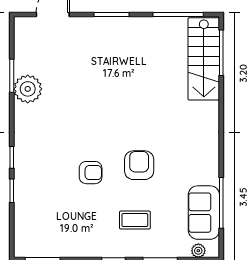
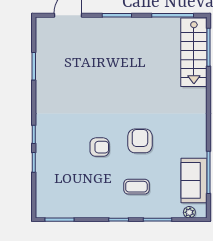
plant: (28, 89) -> (47, 77), removed

